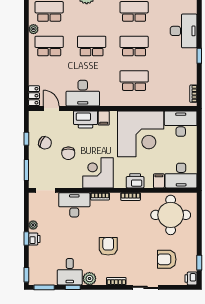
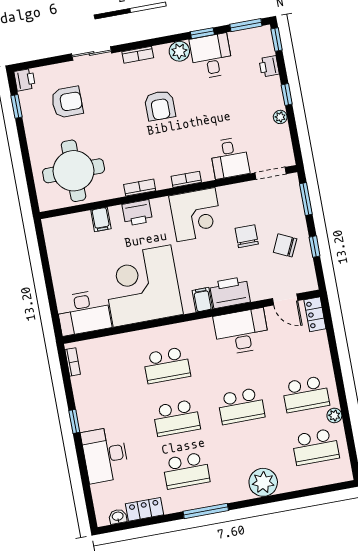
desk: (181, 176) -> (69, 234), removed
desk: (74, 205) -> (230, 158), width x0.73
printer: (34, 239) -> (269, 66), moved

